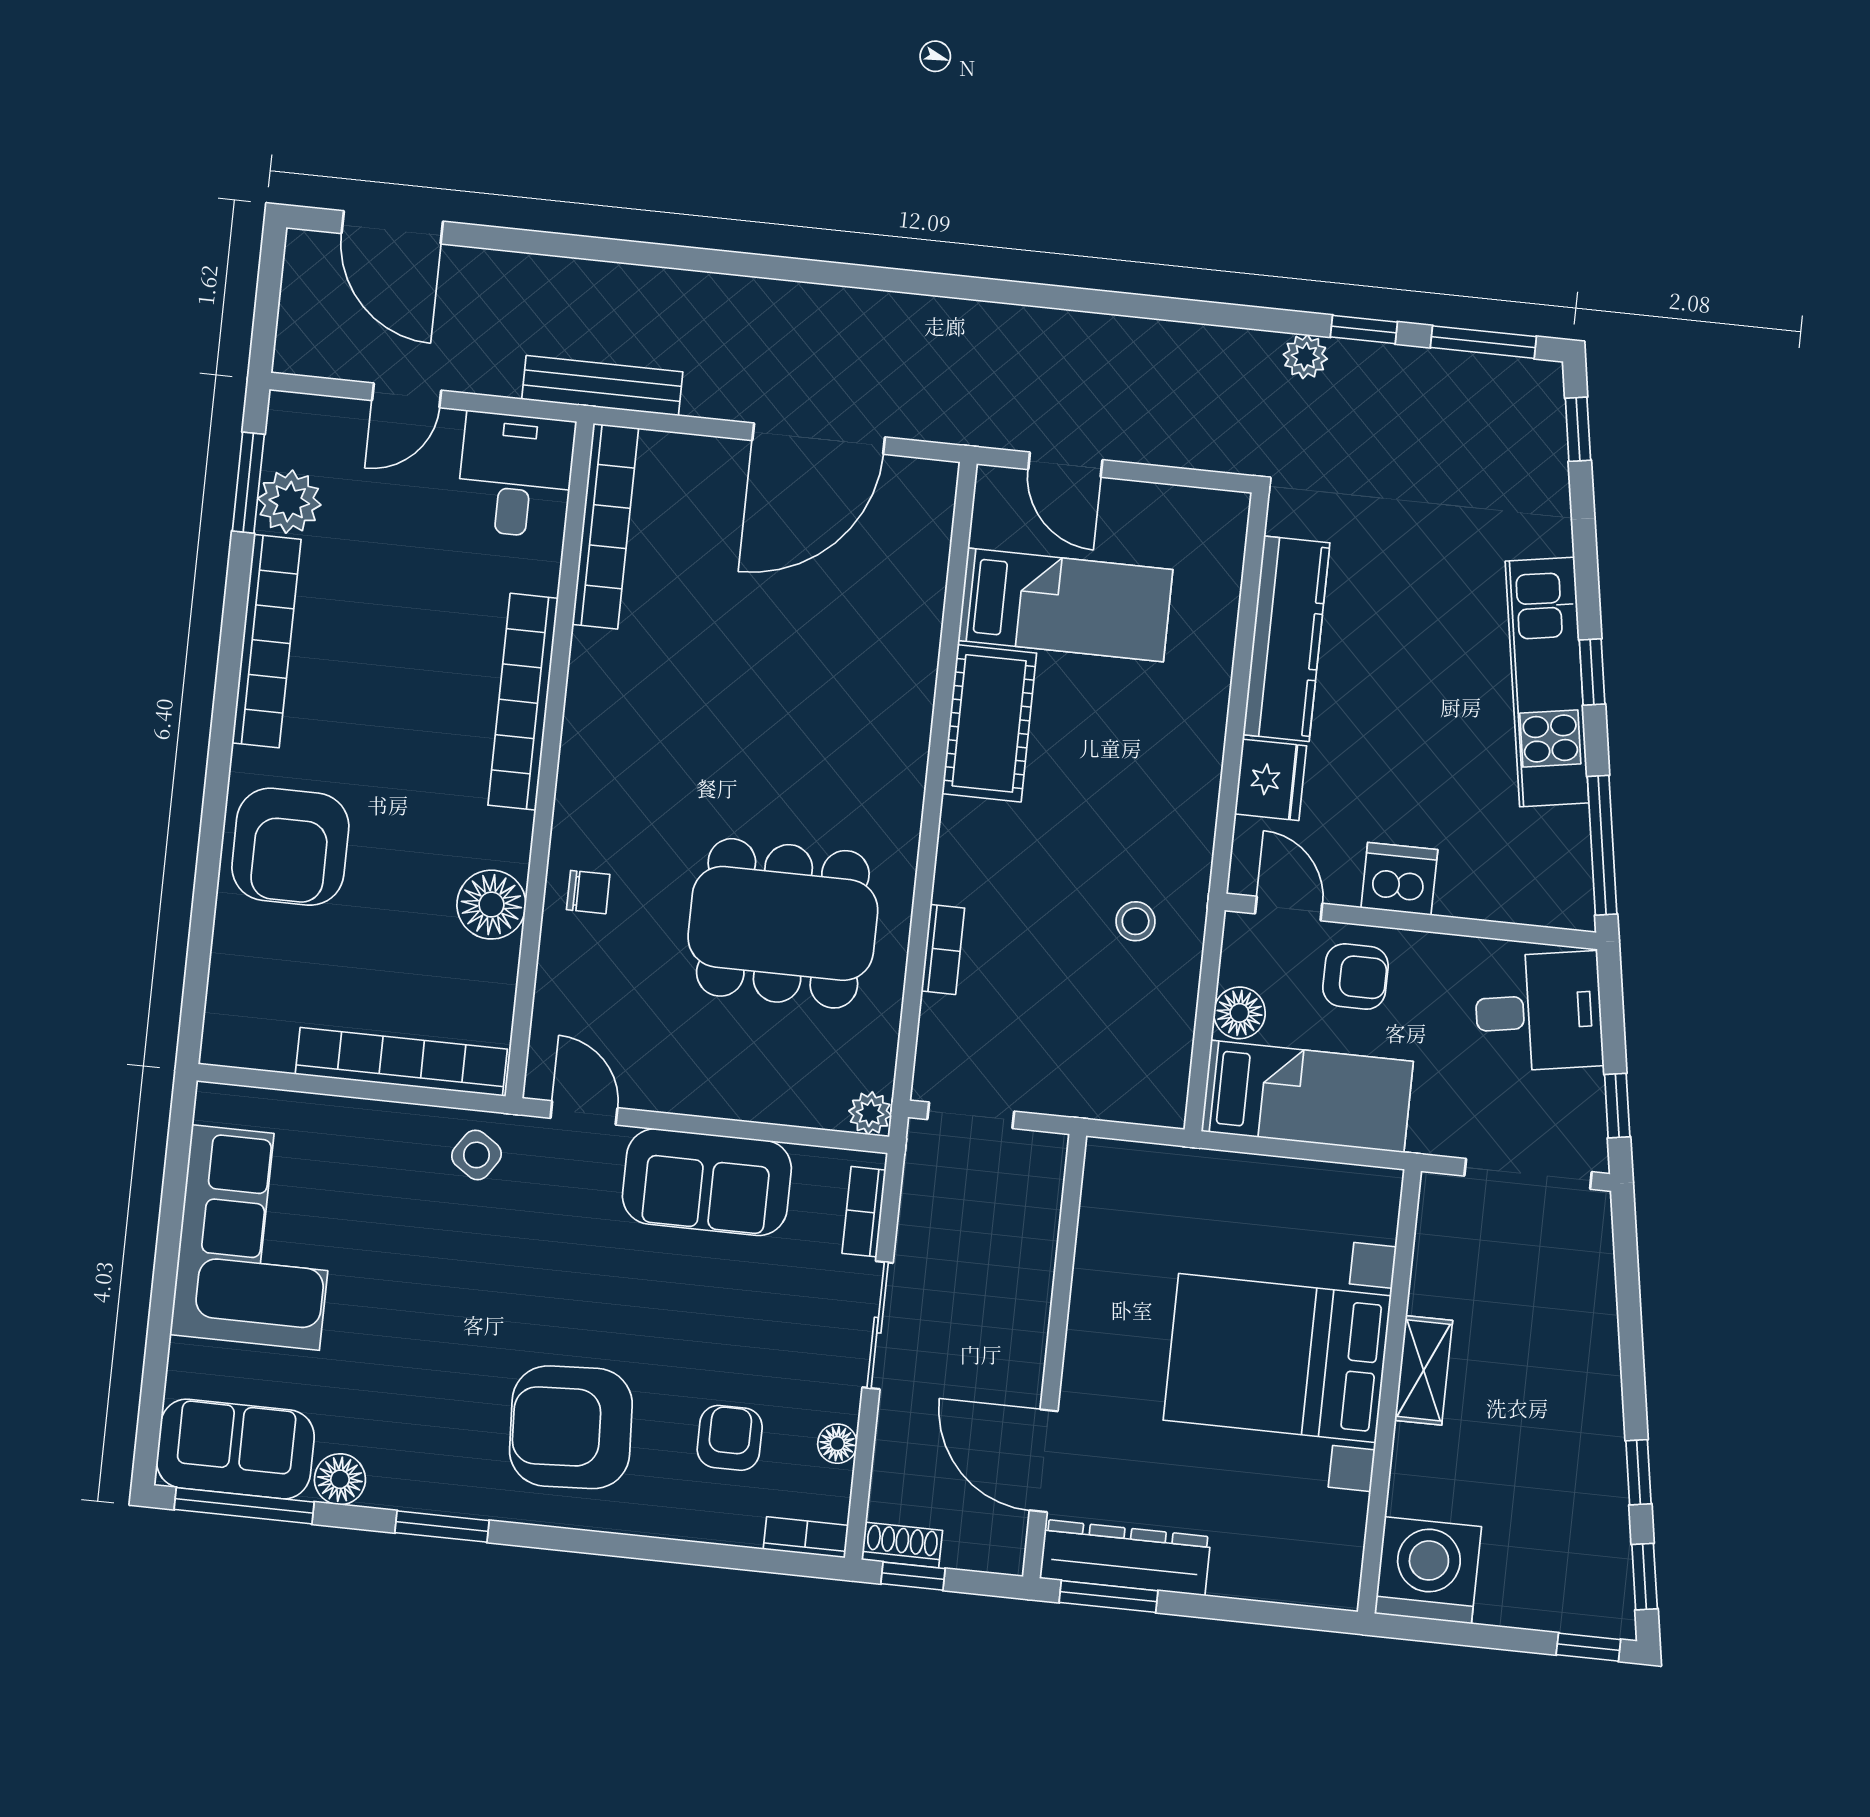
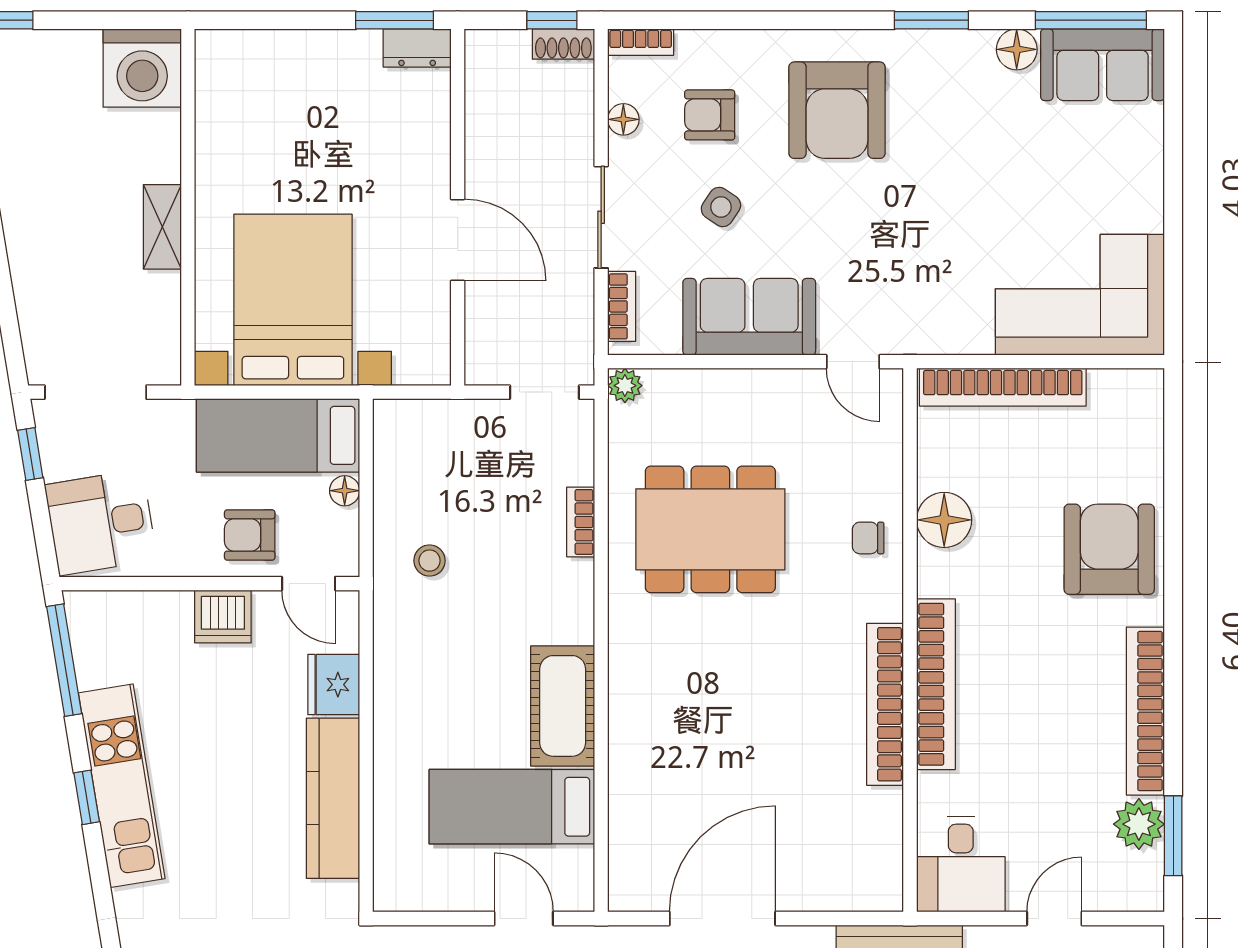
bookcase: (605, 526) -> (885, 704), moved
floor lamp: (1239, 1013) -> (345, 491), width x0.73, depth x0.73
side table: (476, 1155) -> (721, 207), moved
corner sofa: (256, 1238) -> (1080, 295), moved, turned 90
bed with nightstands: (1277, 1358) -> (293, 300), moved, turned -90
armchair: (571, 1427) -> (837, 110), turned 93
armchair: (730, 1438) -> (710, 115), turned 90
door: (1044, 1461) -> (458, 240), moved
dresser: (1125, 1558) -> (417, 48), width x0.51, depth x0.80

